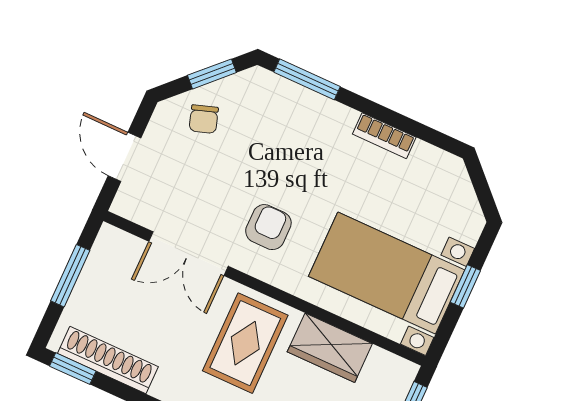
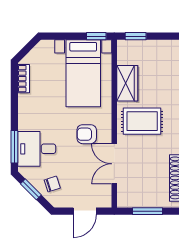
desk: (284, 120) -> (37, 149), added
bookcase: (384, 136) -> (24, 79), moved
double door: (188, 254) -> (114, 164), swing flipped
window: (465, 286) -> (96, 36), moved

